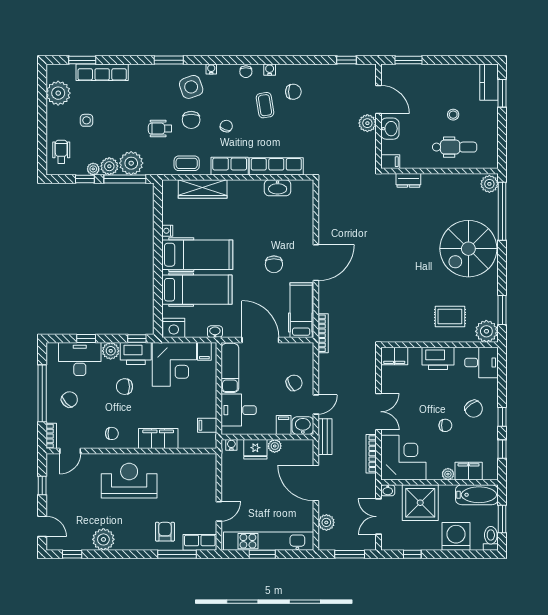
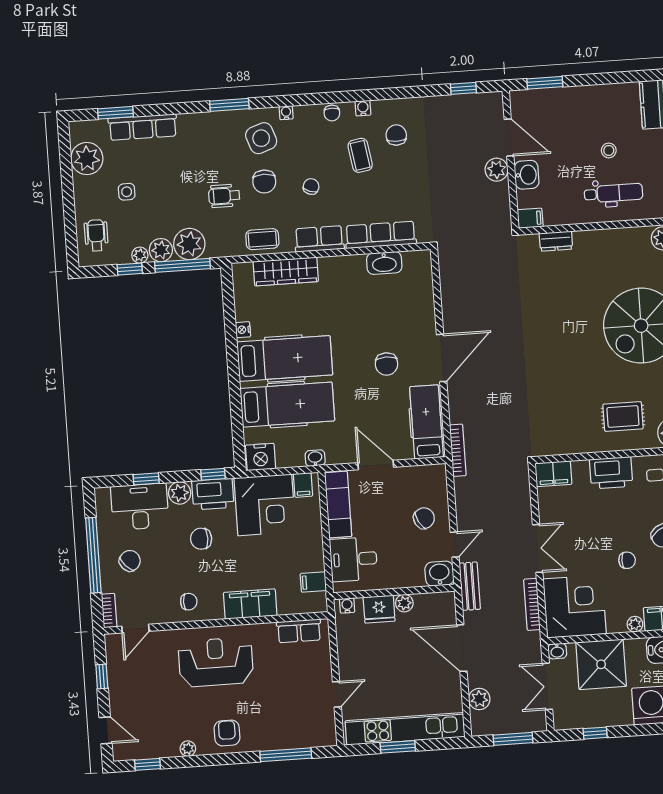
chair: (293, 92) -> (396, 135), turned -90
door: (260, 340) -> (376, 465), width x0.73
filing cabinet: (284, 425) -> (414, 575), removed
armchair: (165, 532) -> (227, 733), moved
plant: (103, 539) -> (188, 749), width x0.53, depth x0.53
row of seats: (200, 542) -> (299, 631), moved, turned 180

